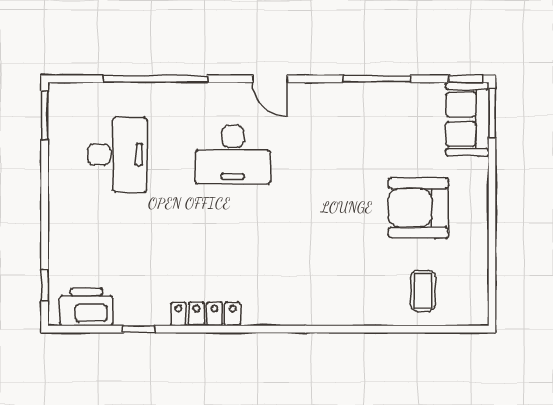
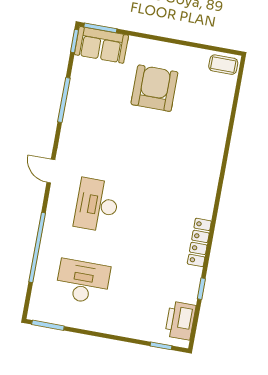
door: (270, 79) -> (51, 171), swing flipped
desk: (233, 155) -> (97, 205), turned 180
armchair: (418, 208) -> (154, 88), turned 180
coffee table: (423, 291) -> (223, 65), moved

